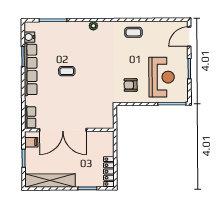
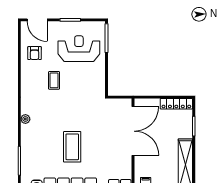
coffee table: (133, 32) -> (54, 80), moved
coffee table: (67, 71) -> (72, 147), width x1.86, depth x1.72
armchair: (131, 85) -> (34, 53), moved
double door: (63, 130) -> (133, 131), moved

